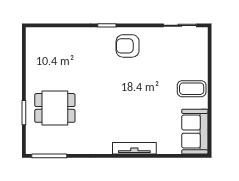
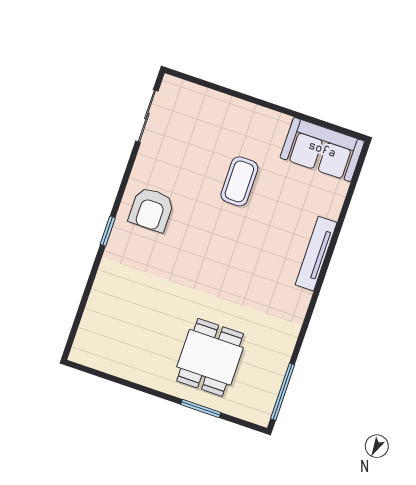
coffee table: (192, 89) -> (239, 181), moved

